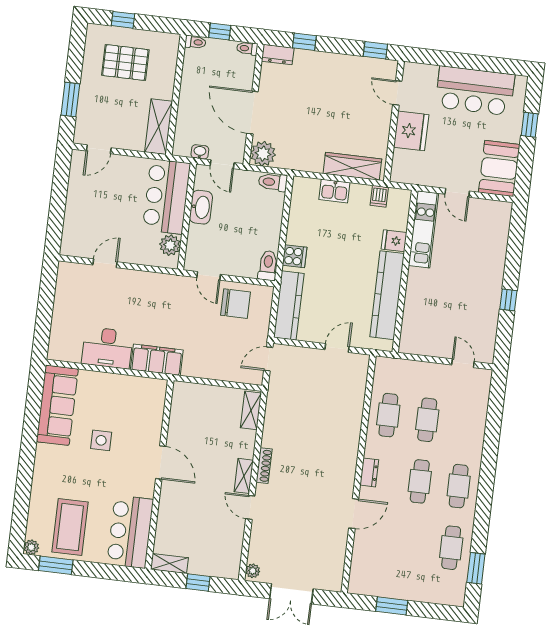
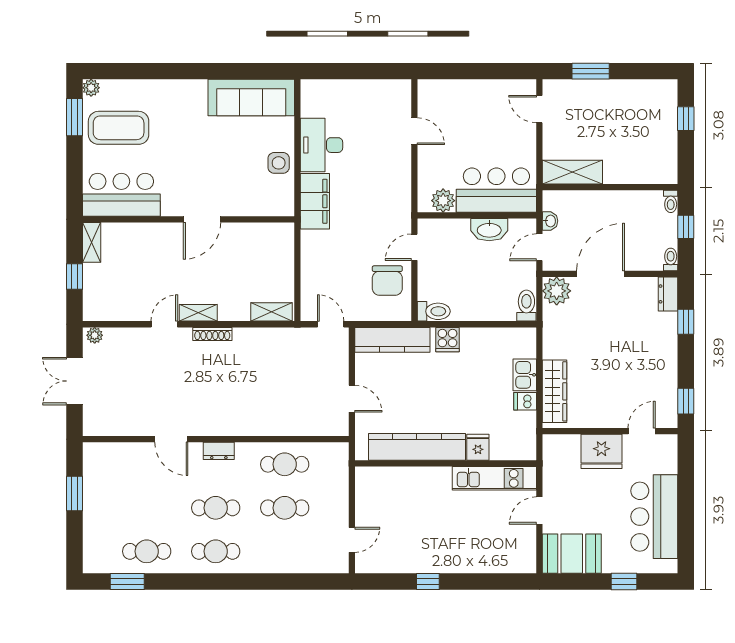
pallet: (125, 63) -> (639, 127), removed
dishwasher: (379, 196) -> (525, 401), moved
side table: (101, 440) -> (279, 163), moved

